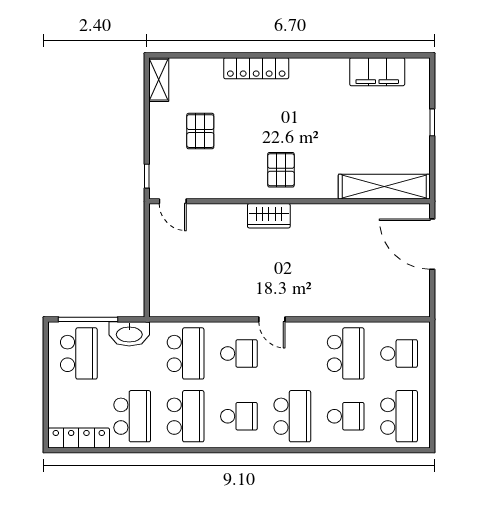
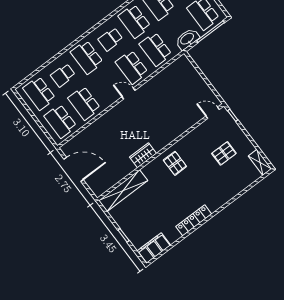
locker: (256, 68) -> (194, 220), moved
filing cabinet: (377, 72) -> (154, 248), moved
pallet: (200, 131) -> (224, 153), turned 90
wardrobe: (269, 216) -> (143, 155), moved
door: (432, 244) -> (74, 169), moved
school desk: (239, 353) -> (132, 67), width x1.85
school desk: (399, 353) -> (60, 121), width x1.85

